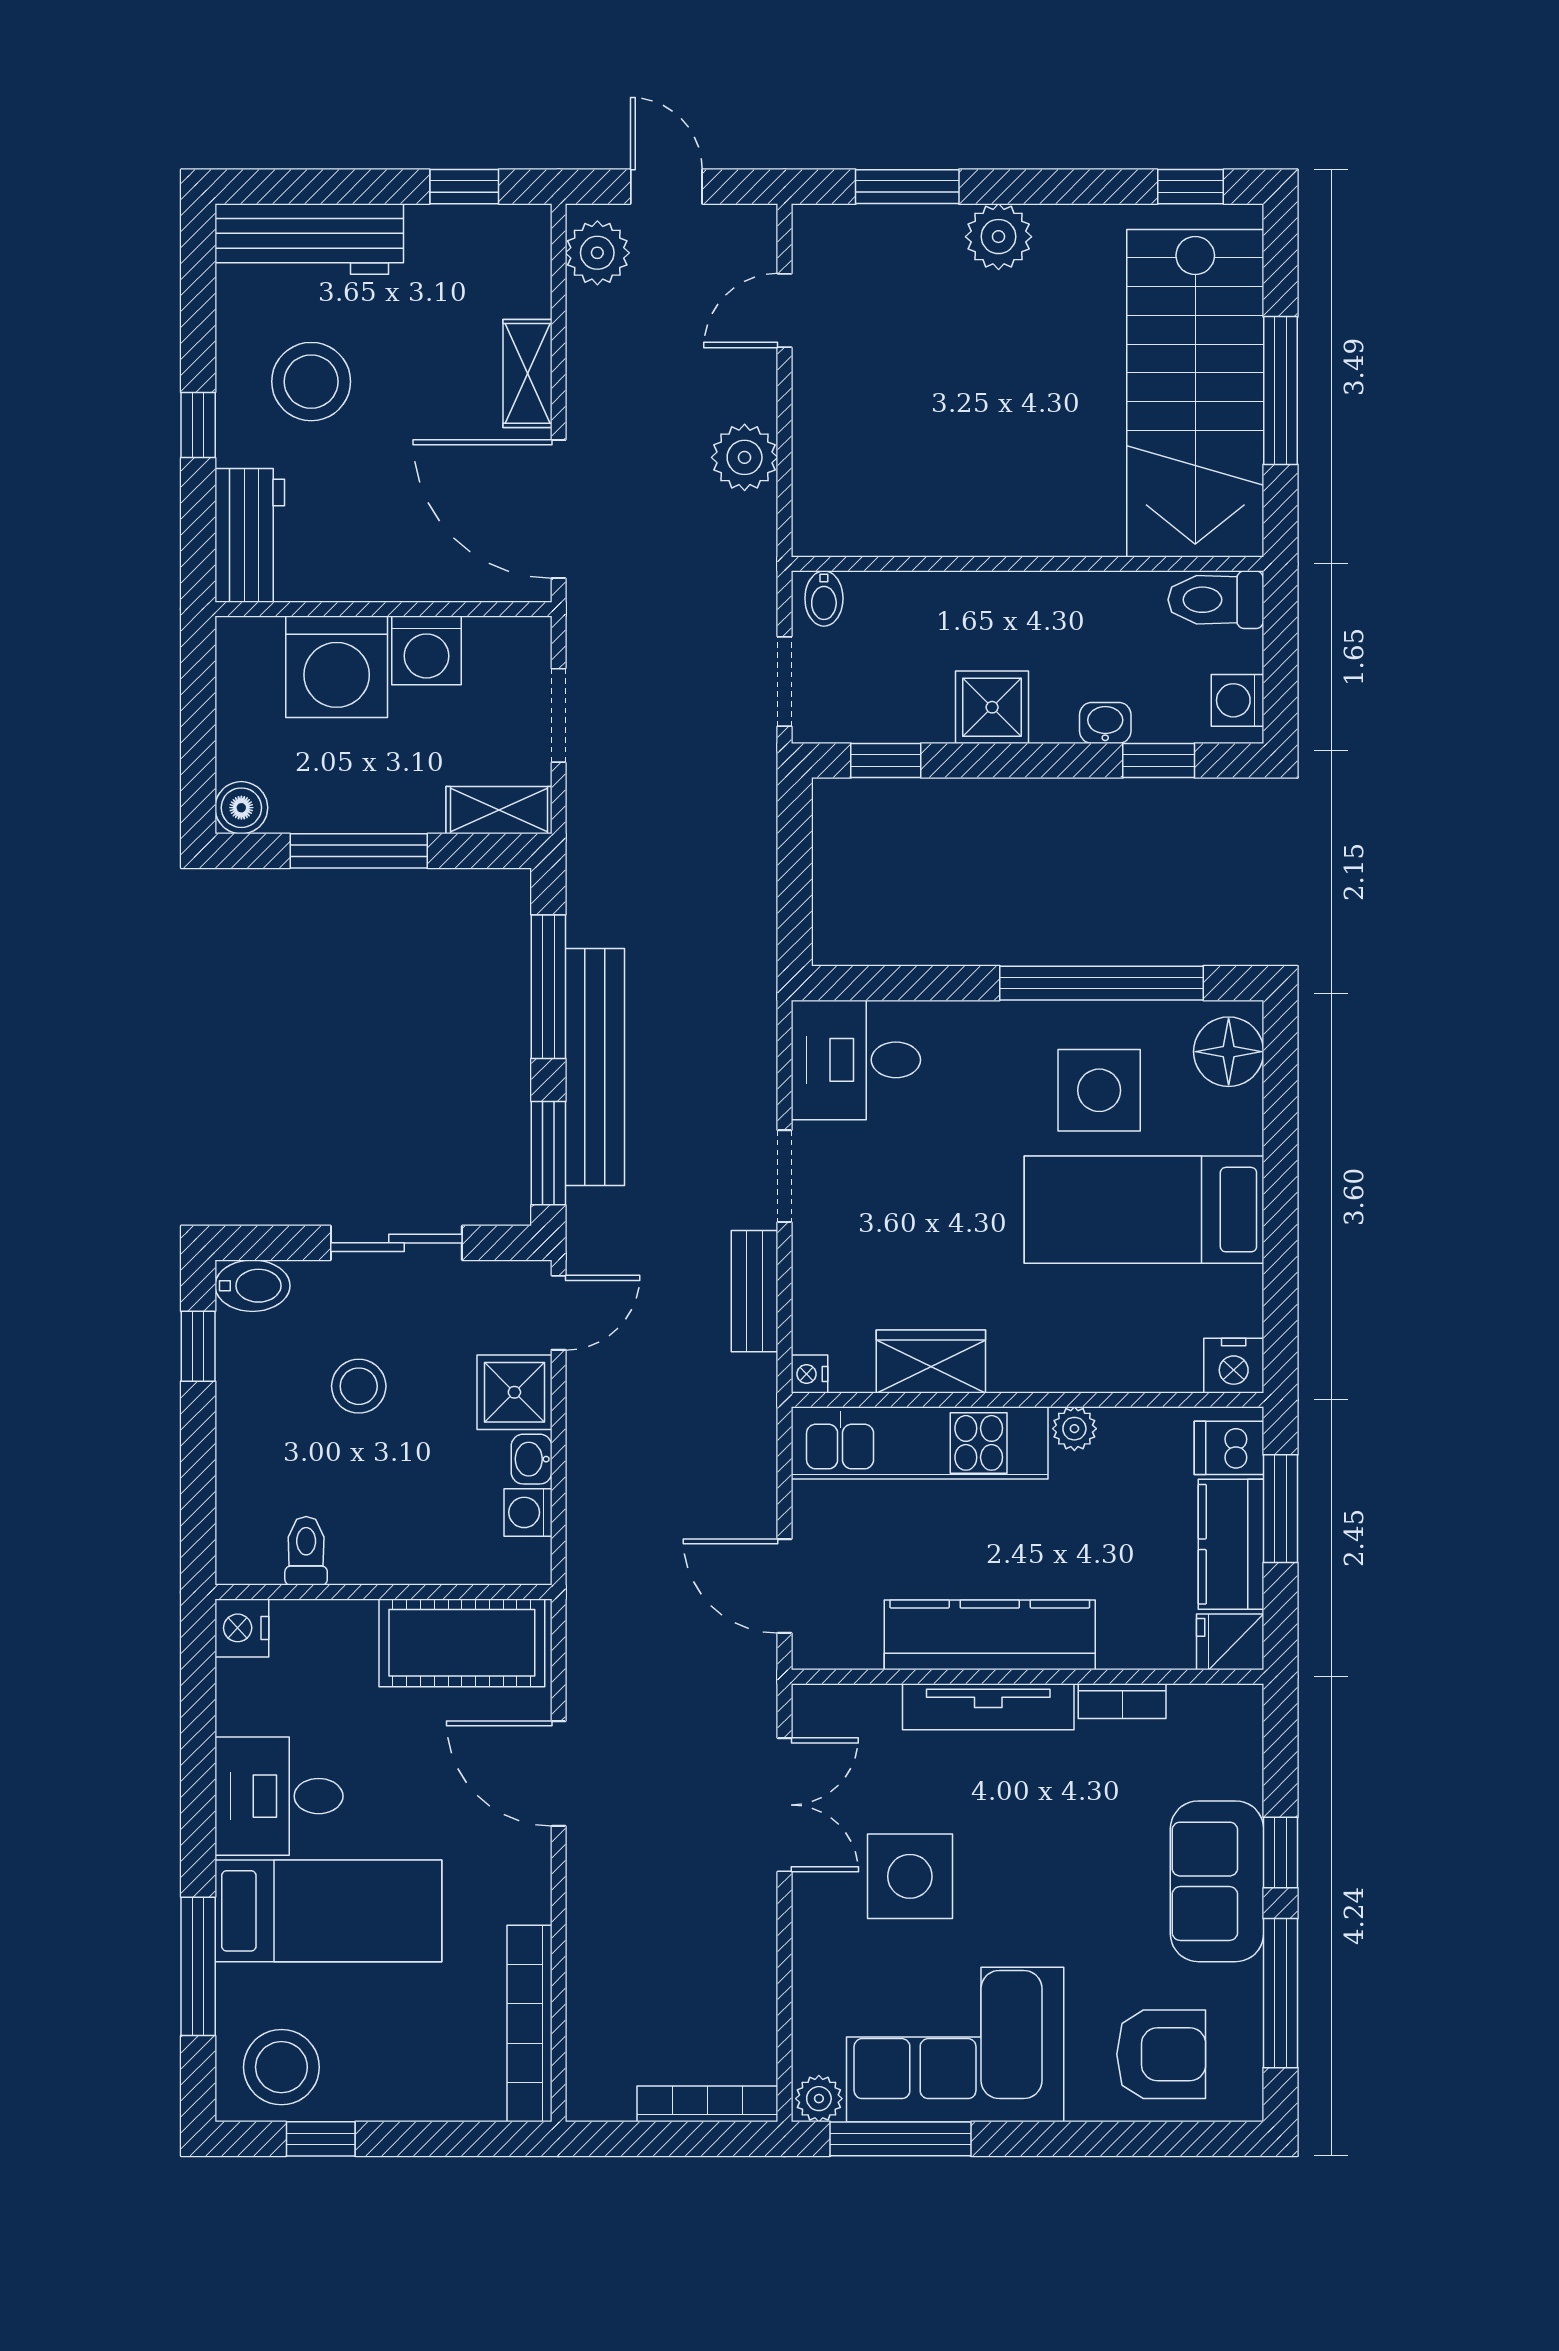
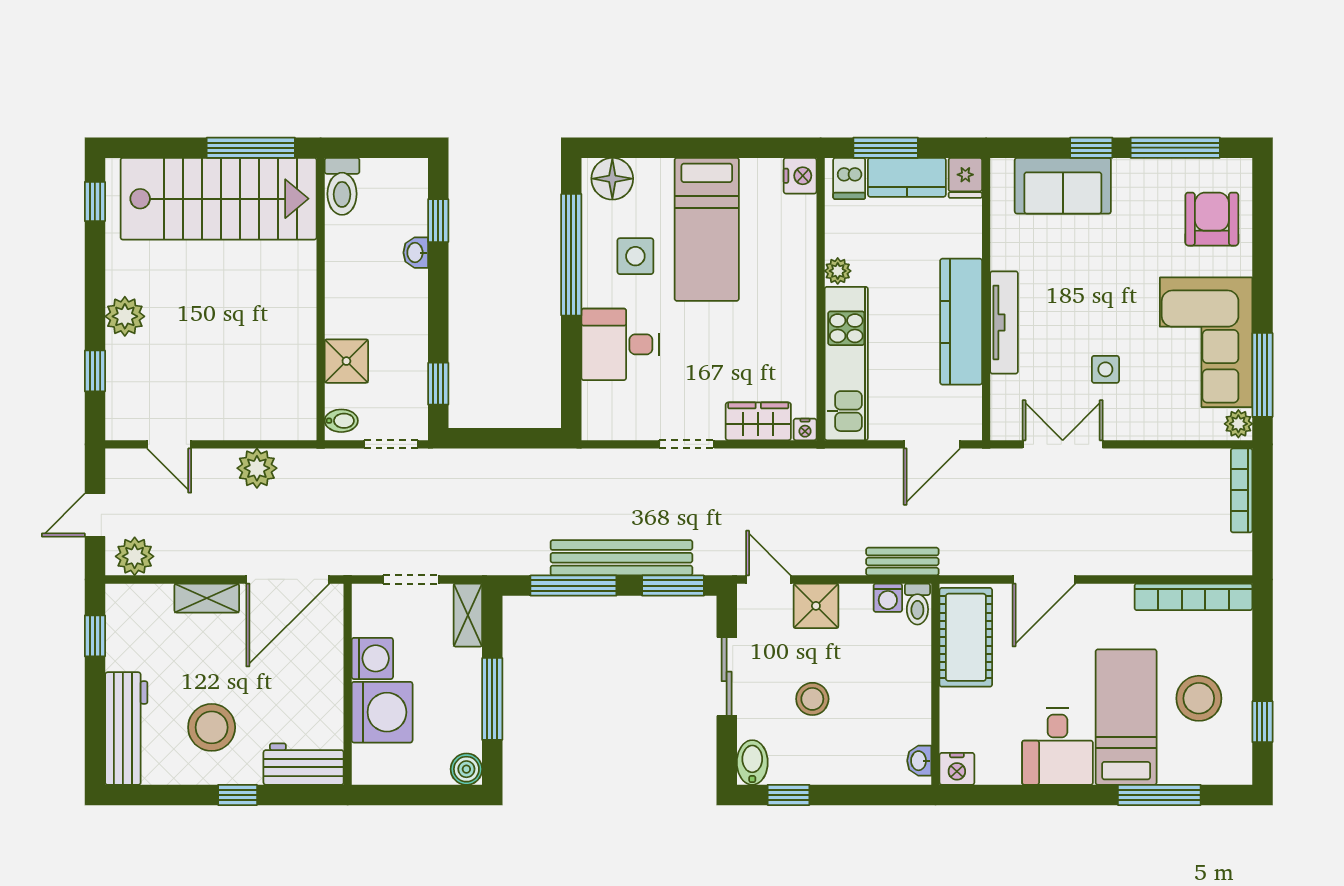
window: (907, 187) -> (95, 371), width x0.67
window: (1280, 391) -> (251, 148), moved
washing machine: (1237, 700) -> (402, 173), removed
shower: (992, 707) -> (346, 361), moved
desk: (856, 1060) -> (620, 344), moved, turned 90
side table: (1099, 1090) -> (635, 256), width x0.73, depth x0.73
bench: (755, 1291) -> (902, 562), moved
wardrobe: (931, 1362) -> (758, 421), moved, turned 90
washbasin: (532, 1459) -> (919, 761), moved, turned 90
toilet: (306, 1551) -> (917, 604), moved, turned -90
bookcase: (1122, 1701) -> (1001, 242), removed
side table: (910, 1876) -> (1105, 369), width x0.54, depth x0.54
sofa: (1217, 1881) -> (1063, 186), moved
stool: (281, 2067) -> (1199, 698), moved

